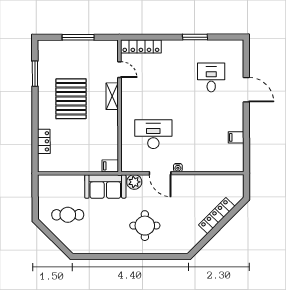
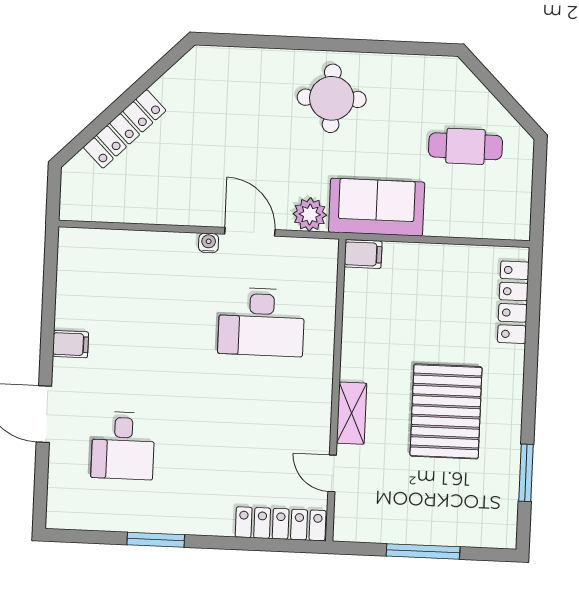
filing cabinet: (236, 137) -> (71, 344), moved
locker: (44, 141) -> (513, 302), width x1.53
round table: (145, 226) -> (332, 98), moved

